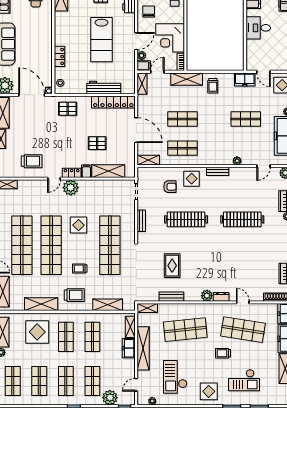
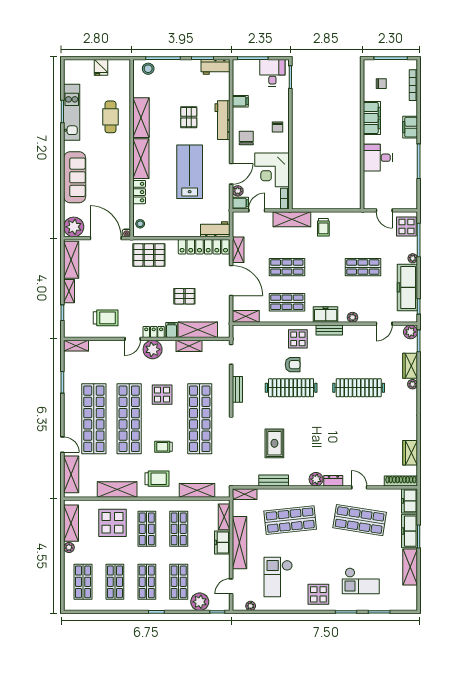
shelving: (61, 29) -> (141, 159), added
lab bench: (101, 40) -> (190, 172), turned 180
freezer: (245, 79) -> (326, 315), moved, turned 180
shelving: (142, 84) -> (238, 250), moved
workbench: (104, 87) -> (215, 229), moved, width x0.73
pallet: (68, 109) -> (149, 255), width x1.50, depth x1.42
shelving: (101, 185) -> (189, 346), added
armchair: (170, 187) -> (293, 365), moved
trolley: (223, 353) -> (336, 548), removed

